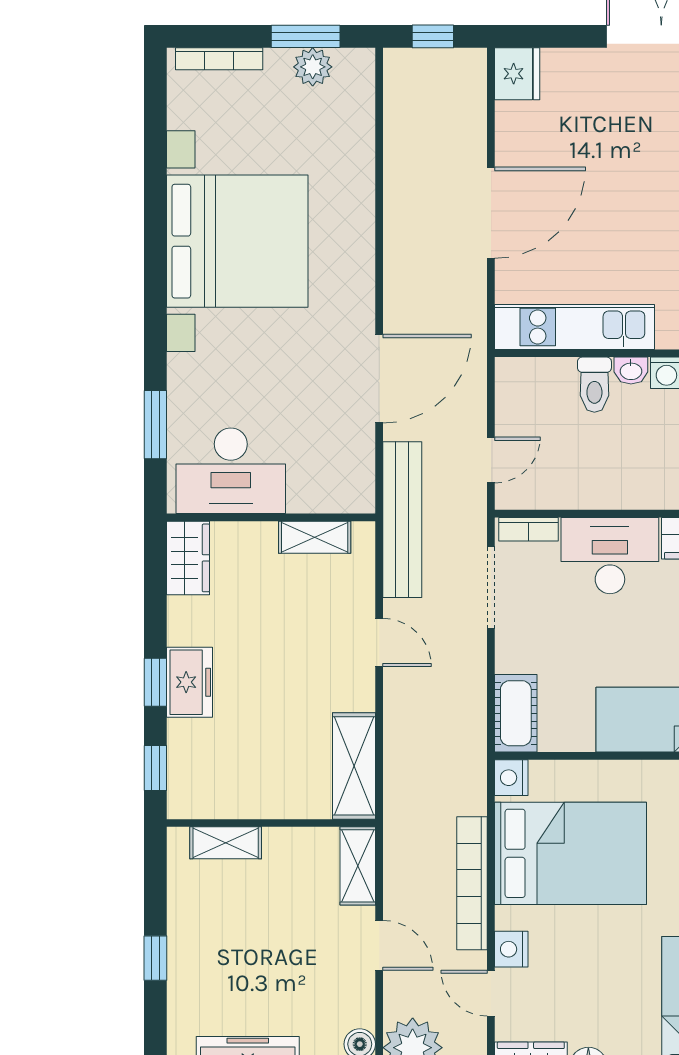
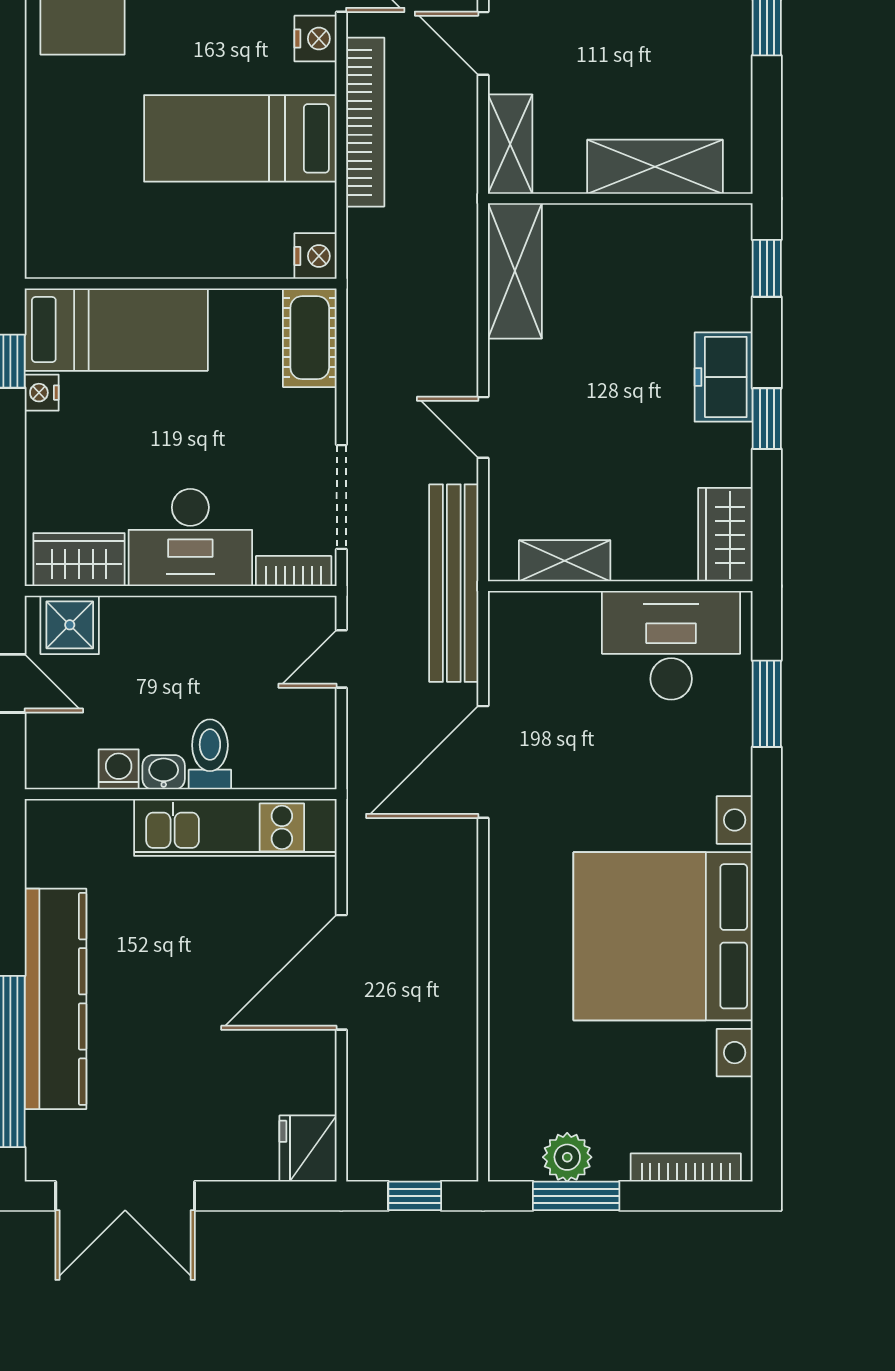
window: (155, 682) -> (767, 419), moved
shelving: (226, 843) -> (655, 167), width x1.50, depth x1.33
bed: (570, 853) -> (240, 138), width x0.67

